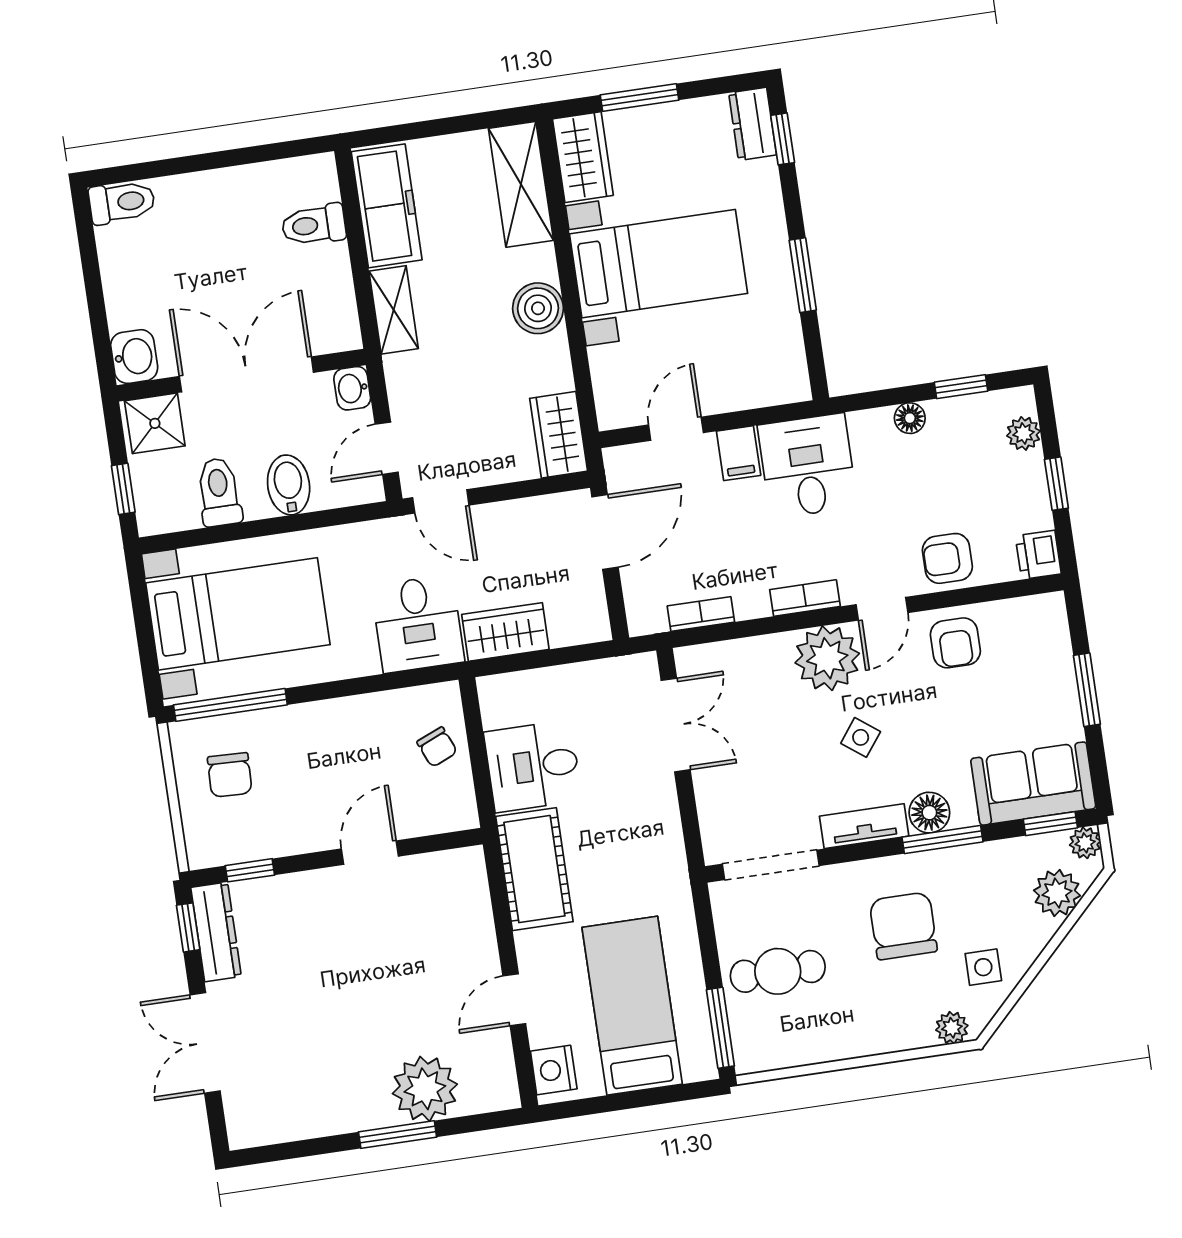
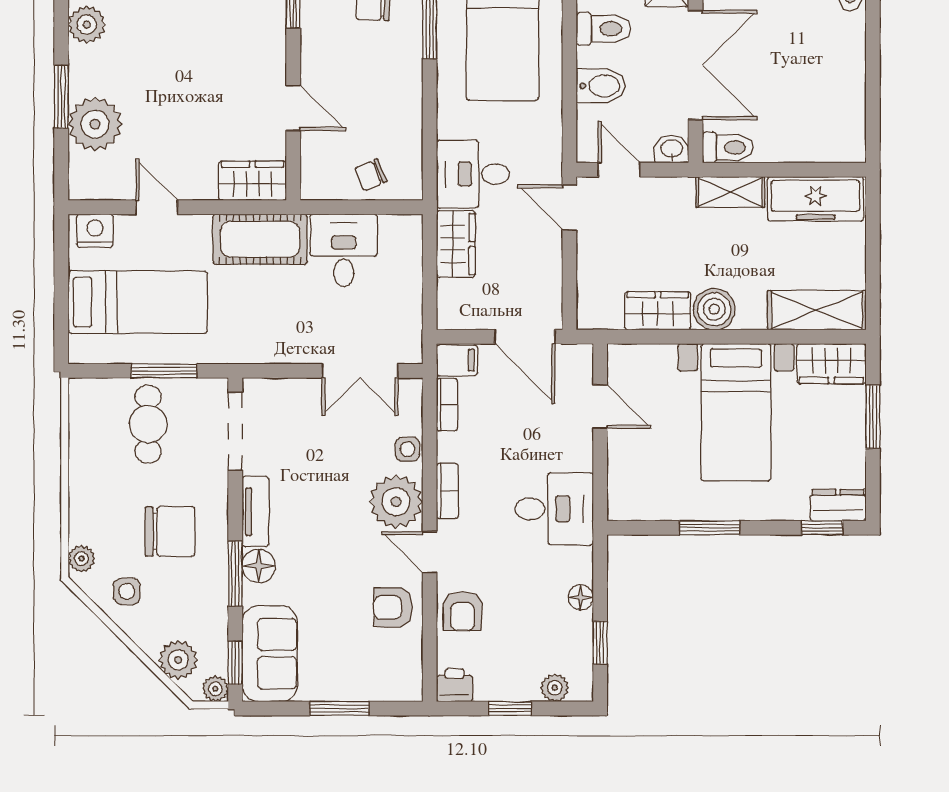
toilet: (314, 225) -> (728, 147), moved, turned 90
wardrobe: (559, 435) -> (658, 311), moved
filing cabinet: (739, 453) -> (457, 360), moved, turned 180
door: (441, 501) -> (569, 207), hinge flipped
armchair: (947, 558) -> (463, 611), turned 180
side table: (861, 737) -> (407, 449), moved, turned -37
wardrobe: (465, 889) -> (252, 181), added
window: (720, 1028) -> (164, 371), moved
plant: (306, 1117) -> (87, 25), added

